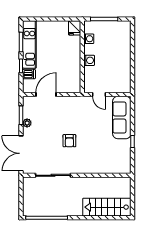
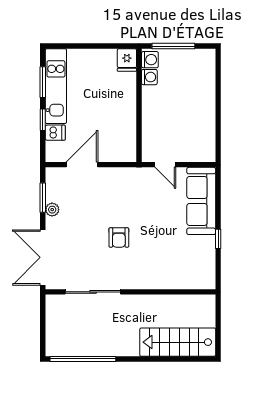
washing machine: (89, 60) -> (150, 60), moved

